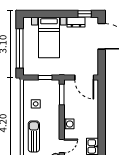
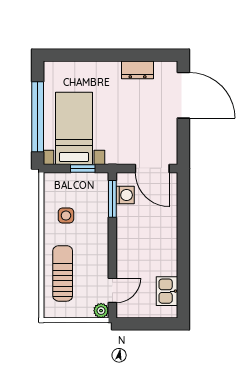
window: (85, 14) -> (153, 55), removed
bed with nightstands: (49, 37) -> (74, 128), moved, turned 180
washing machine: (69, 124) -> (125, 195), moved

